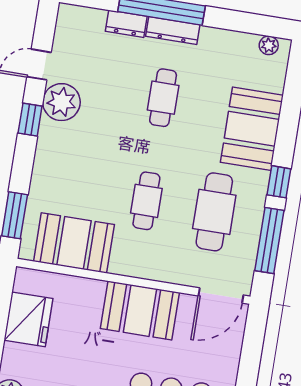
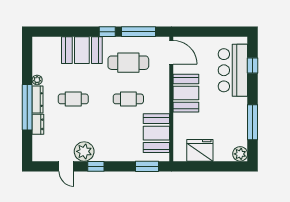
plant: (269, 45) -> (37, 80), moved

